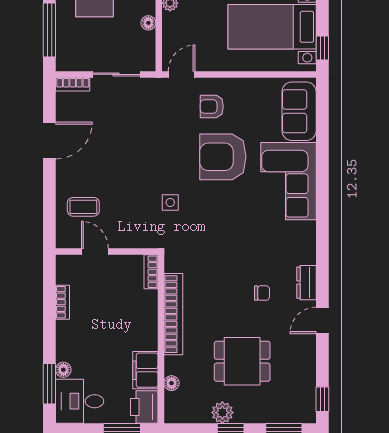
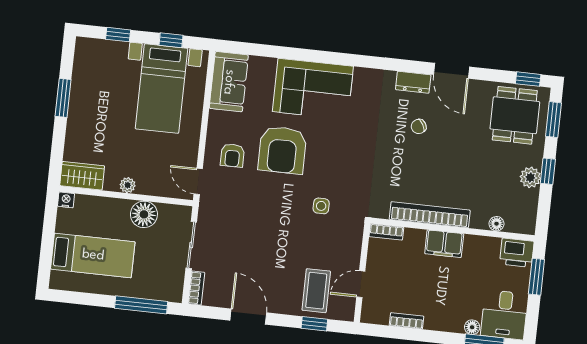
floor lamp: (148, 23) -> (144, 214), width x1.89, depth x1.89
window: (322, 48) -> (171, 40), moved
sofa: (299, 111) -> (229, 82), moved, turned -90
coffee table: (83, 207) -> (316, 291), width x1.36, depth x1.30
window: (49, 209) -> (314, 324), added
chair: (262, 293) -> (419, 126), turned -120
door: (322, 320) -> (452, 71), width x1.38
dining table: (242, 361) -> (515, 115), moved
filing cabinet: (145, 370) -> (444, 244), moved

